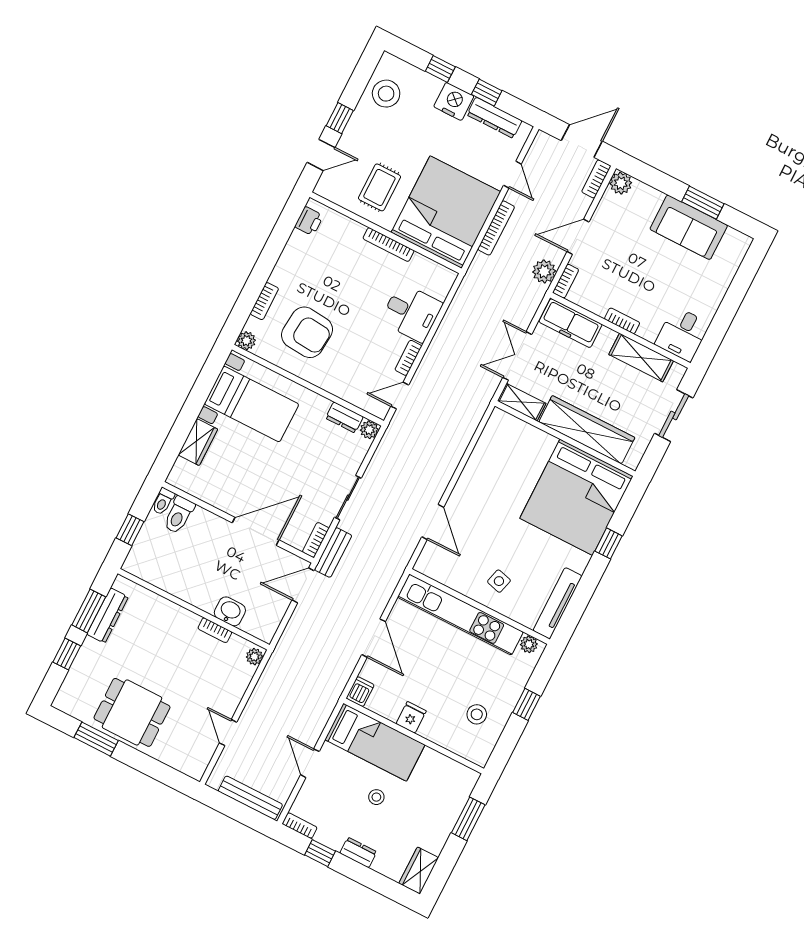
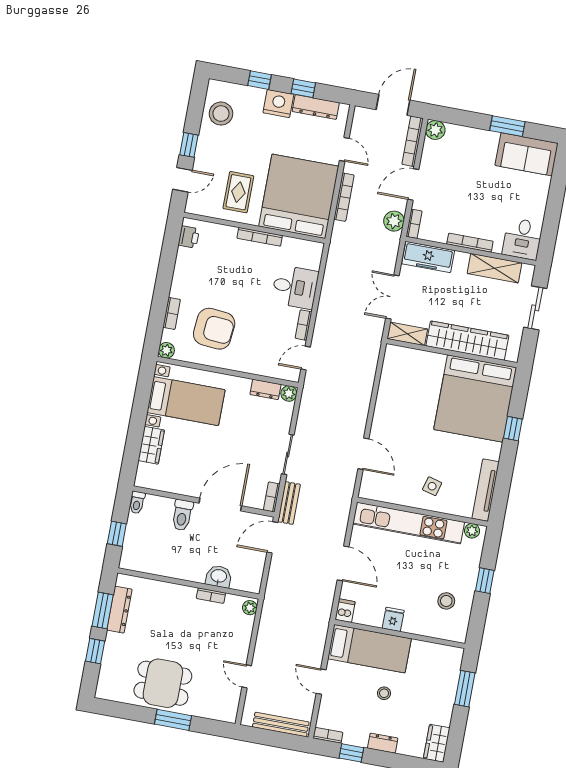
bookcase: (596, 179) -> (413, 141), width x1.56
sofa: (689, 227) -> (527, 154), moved
bookcase: (622, 321) -> (470, 243), width x1.56
toilet: (179, 515) -> (182, 515), moved
window: (96, 739) -> (173, 720), moved

